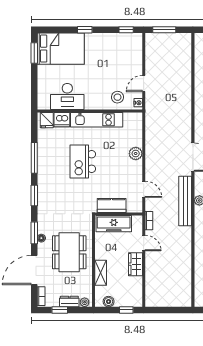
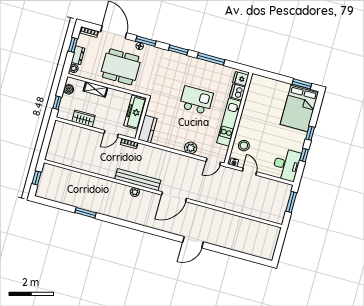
window: (126, 30) -> (304, 155), moved
desk: (67, 96) -> (286, 165), moved, turned 180
door: (144, 189) -> (213, 162), moved
kitchen counter: (112, 205) -> (147, 129), moved
wardrobe: (136, 264) -> (83, 118), moved

